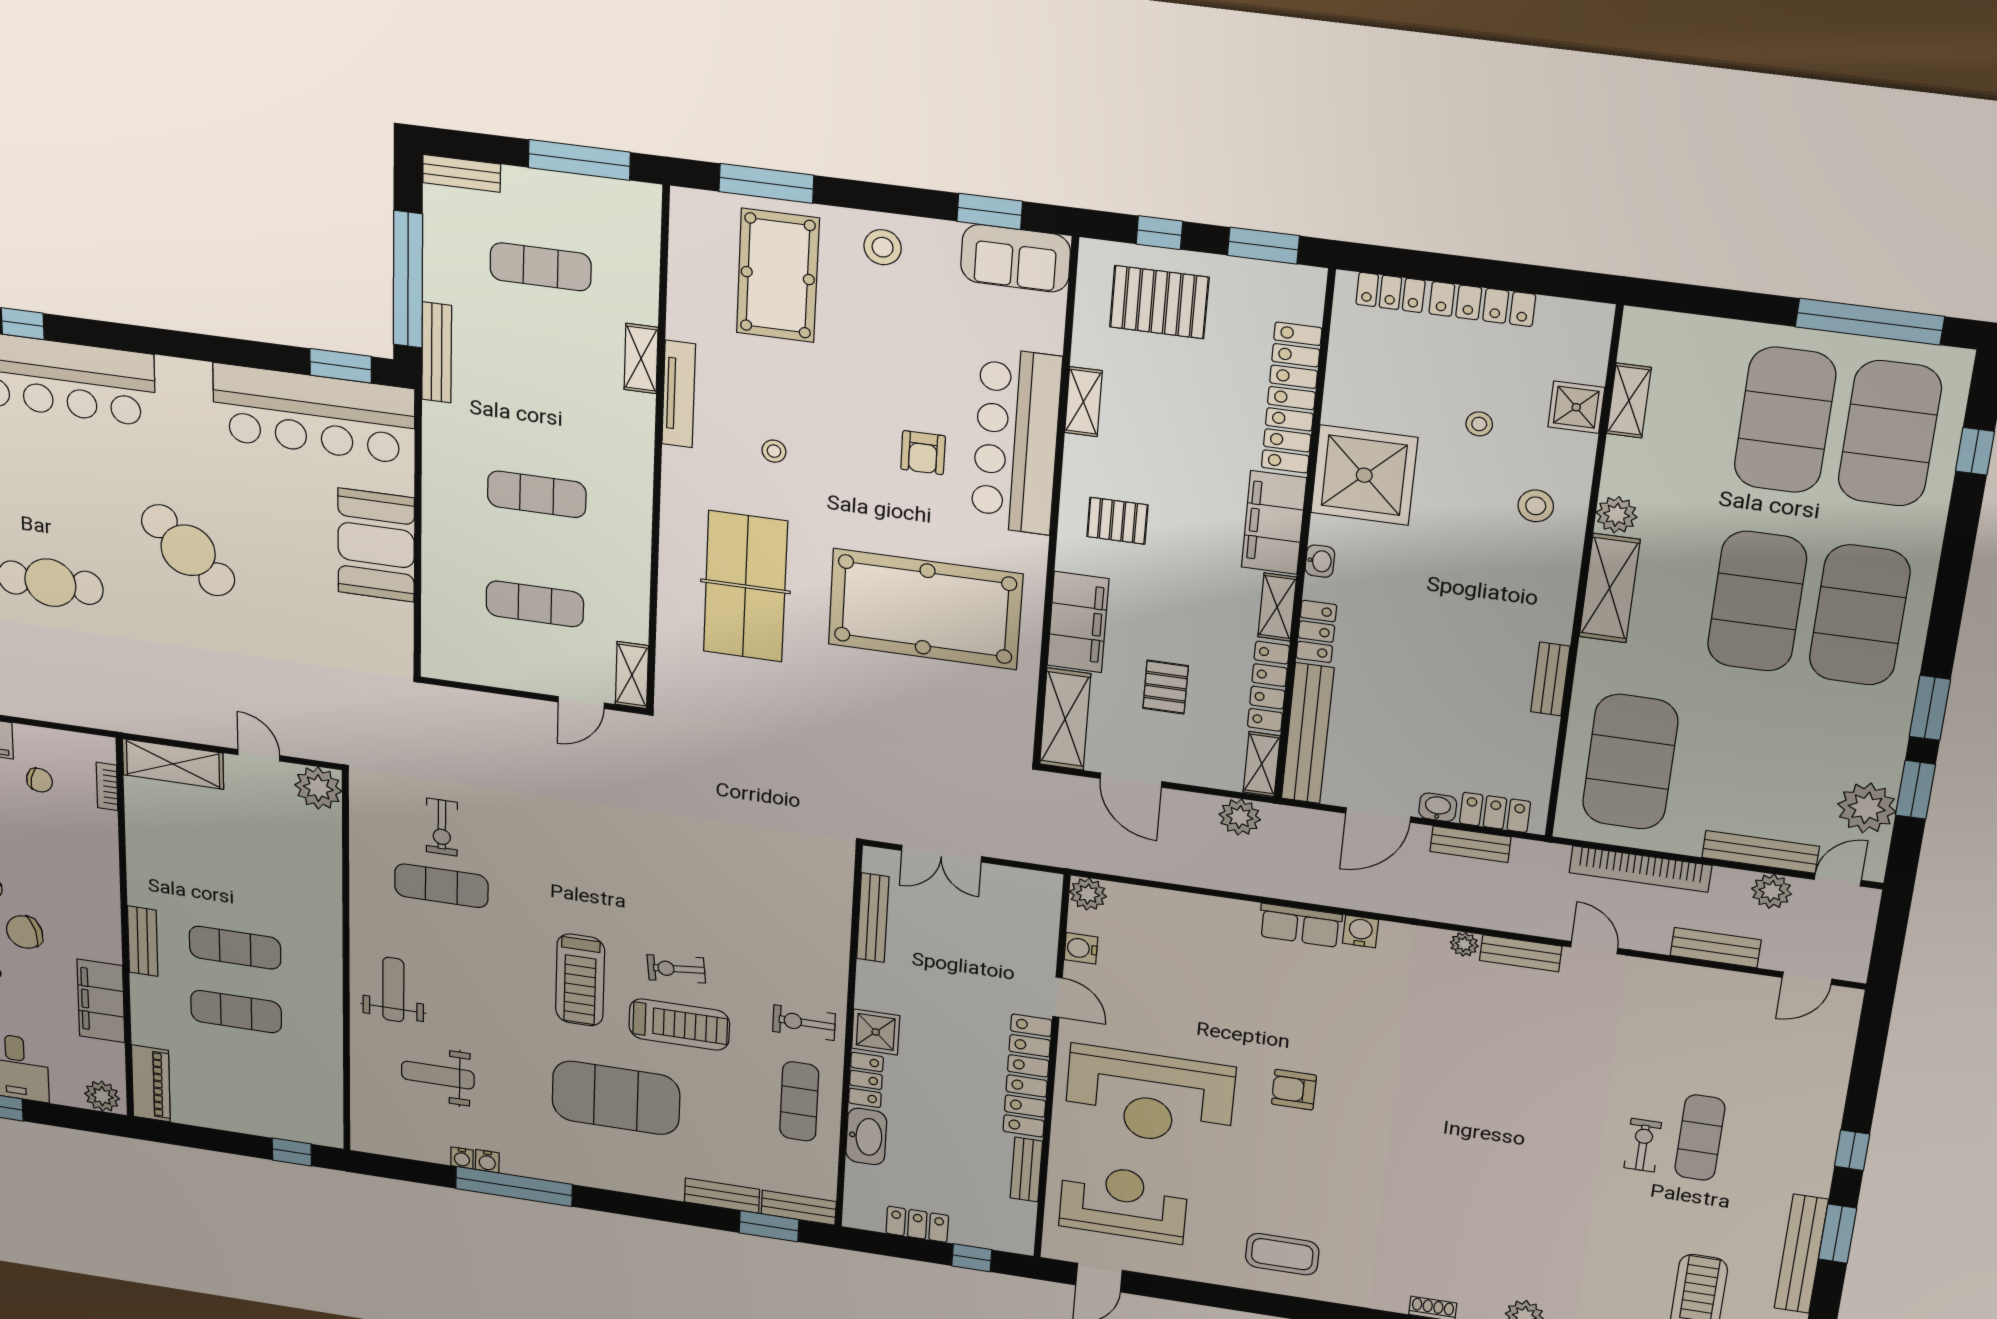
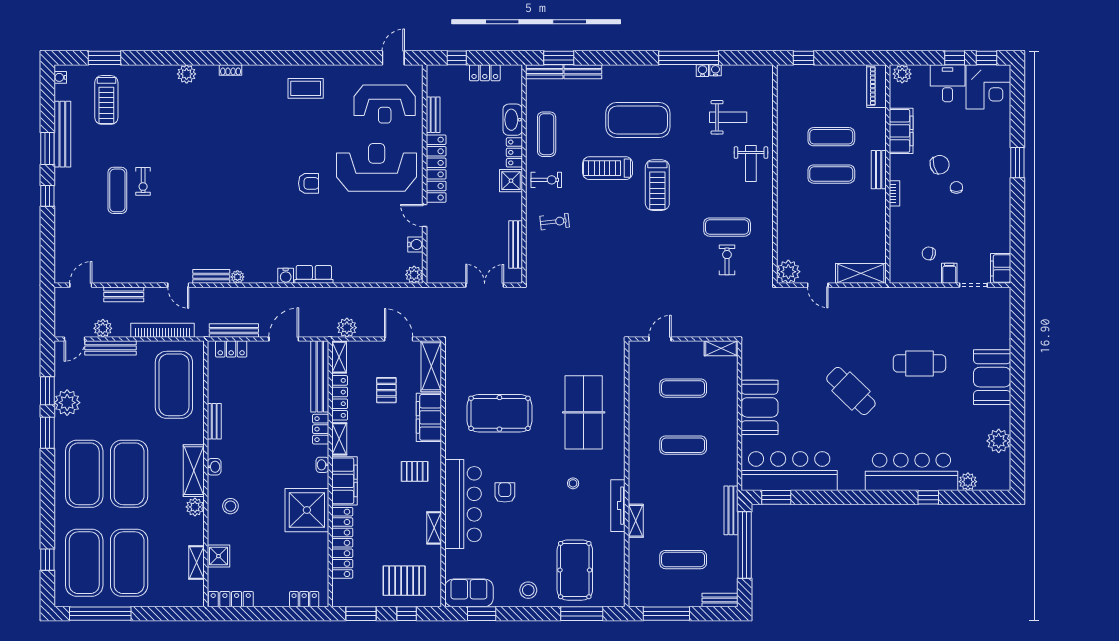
locker: (1482, 304) -> (231, 599), moved
stool: (1479, 424) -> (259, 542), removed
pool table: (925, 609) -> (499, 413), width x0.73, depth x0.76
shelving: (632, 675) -> (721, 348), moved, turned 90
bookcase: (107, 786) -> (894, 193), moved
washbasin: (1438, 807) -> (214, 467), moved, turned -90
plant: (1867, 808) -> (67, 403), moved
bench: (1470, 844) -> (234, 331), width x1.36
exercise bike: (676, 969) -> (555, 222), moved
treadmill: (580, 980) -> (657, 185), turned 180

